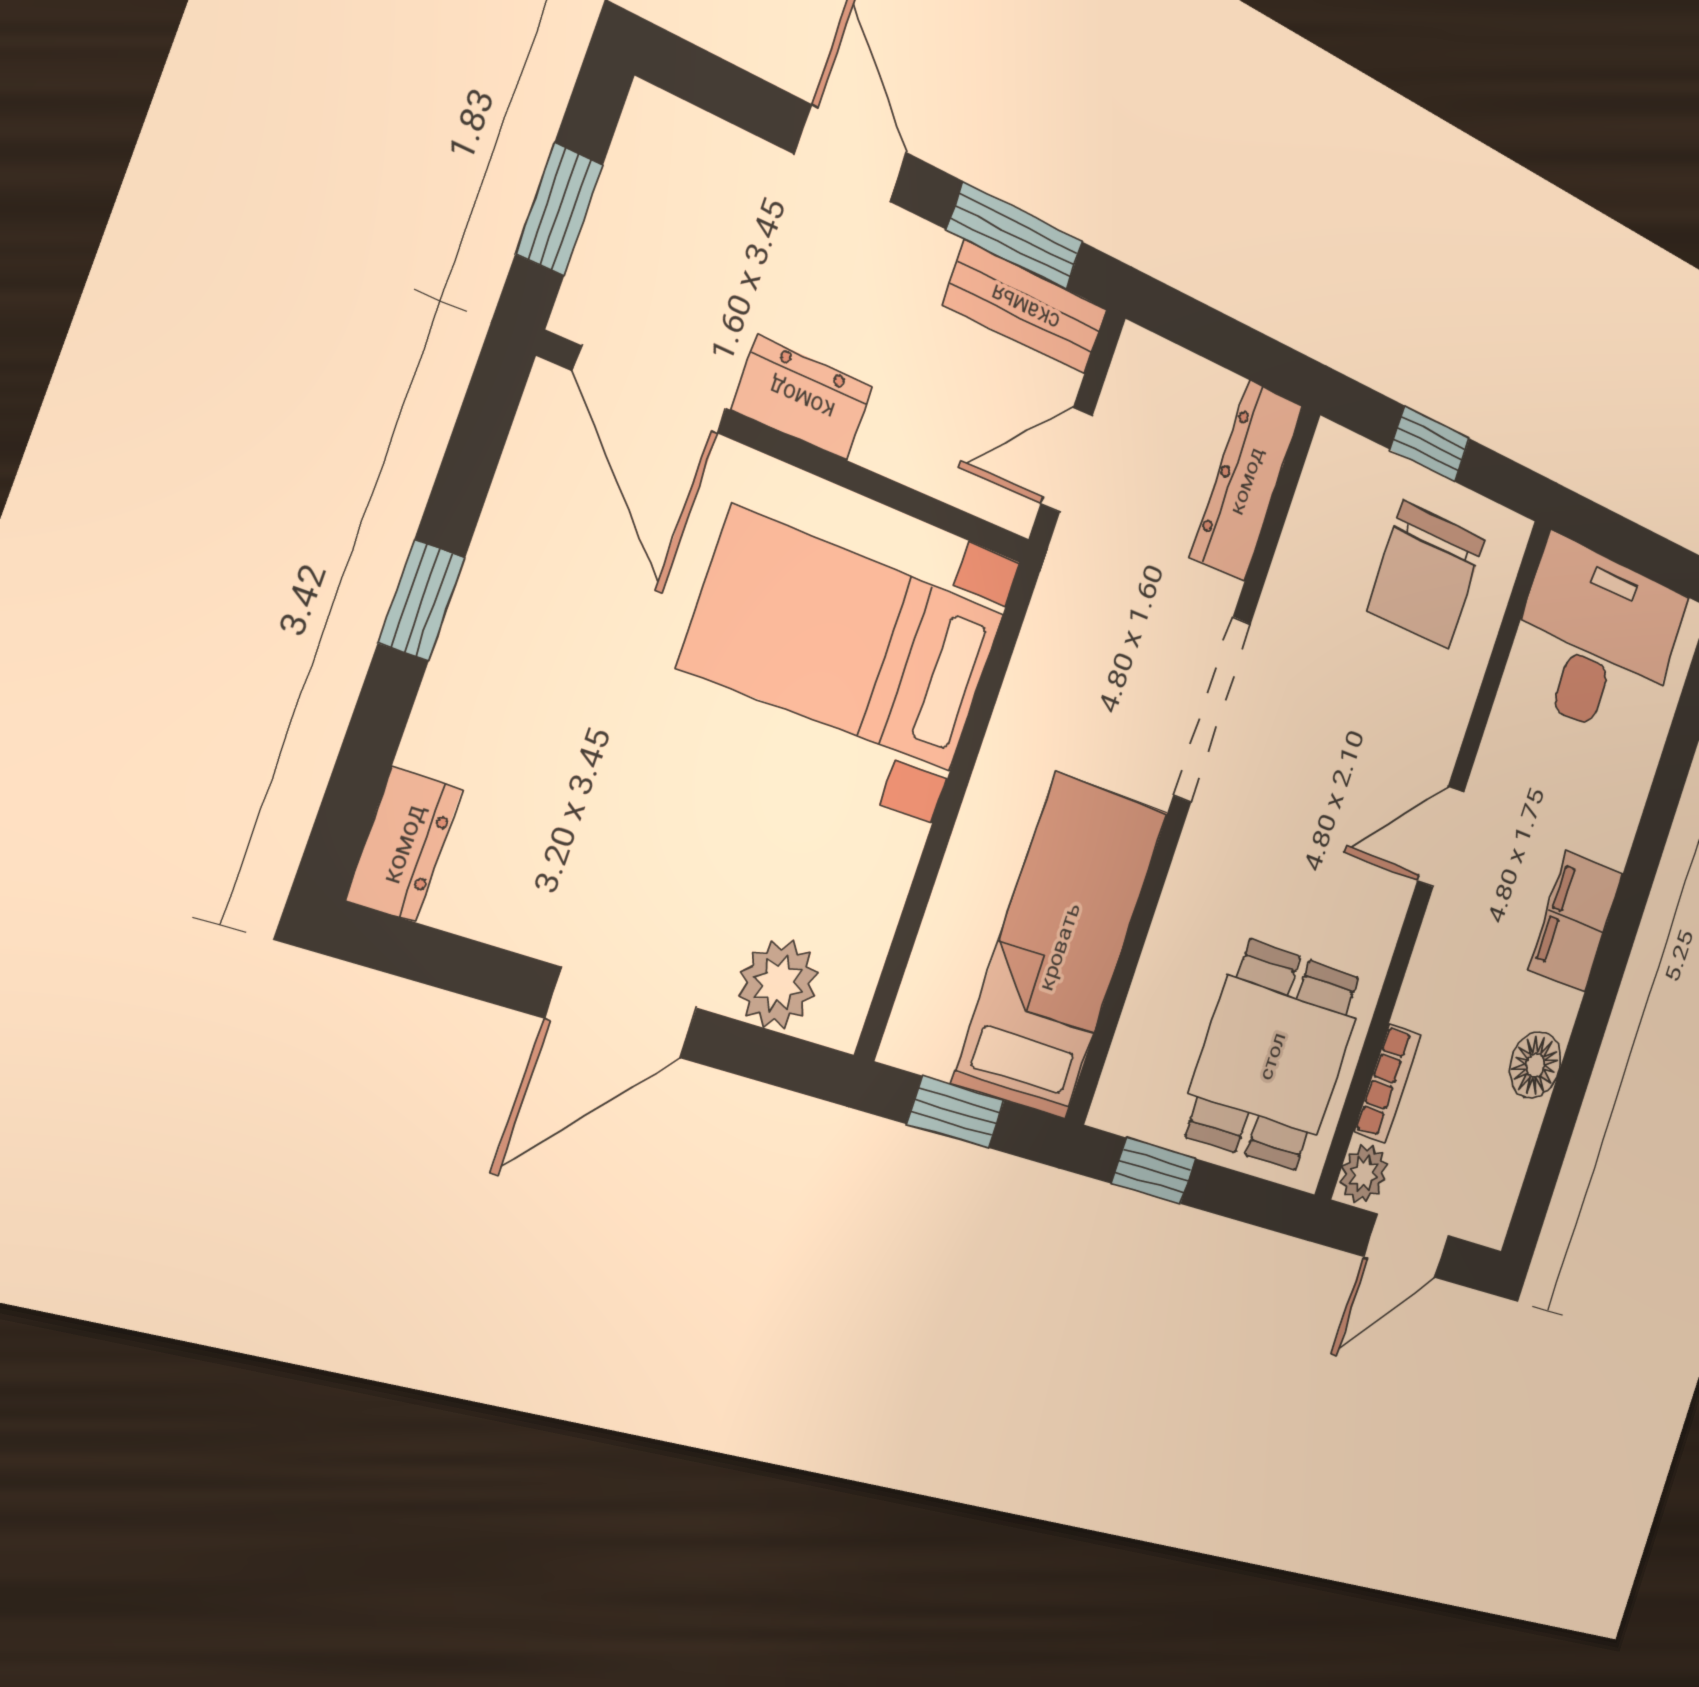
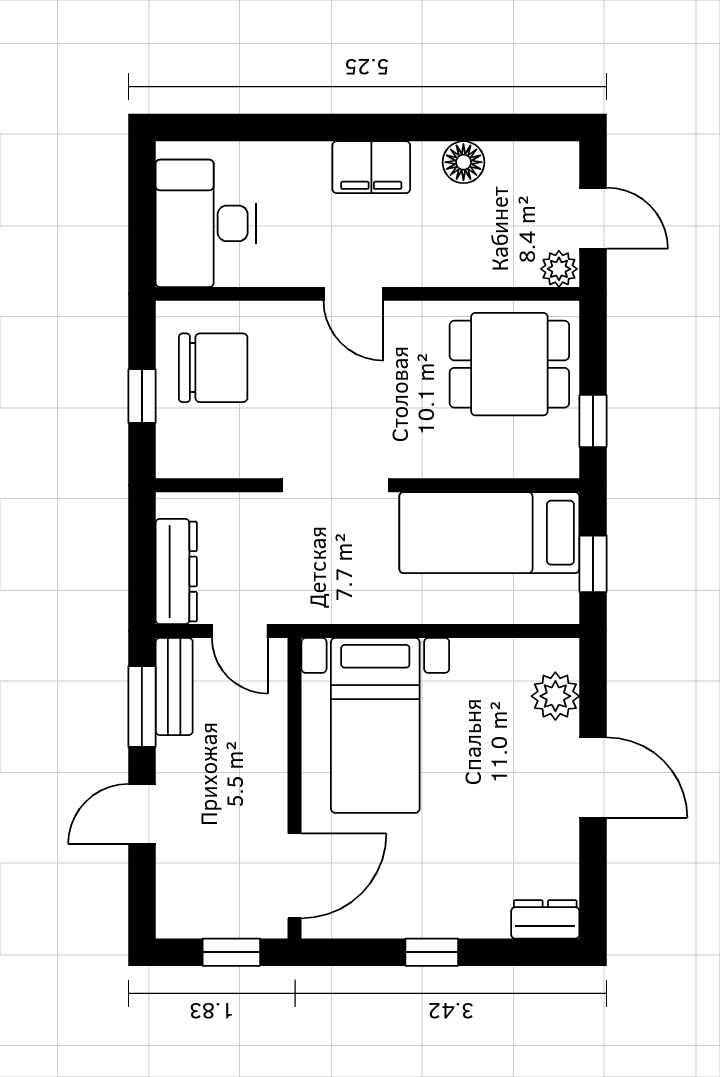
dresser: (802, 398) -> (267, 795), removed
dresser: (1247, 481) -> (176, 572), moved, turned -90
bookcase: (1387, 1083) -> (503, 273), removed

